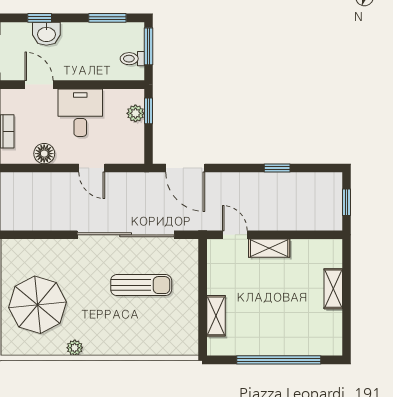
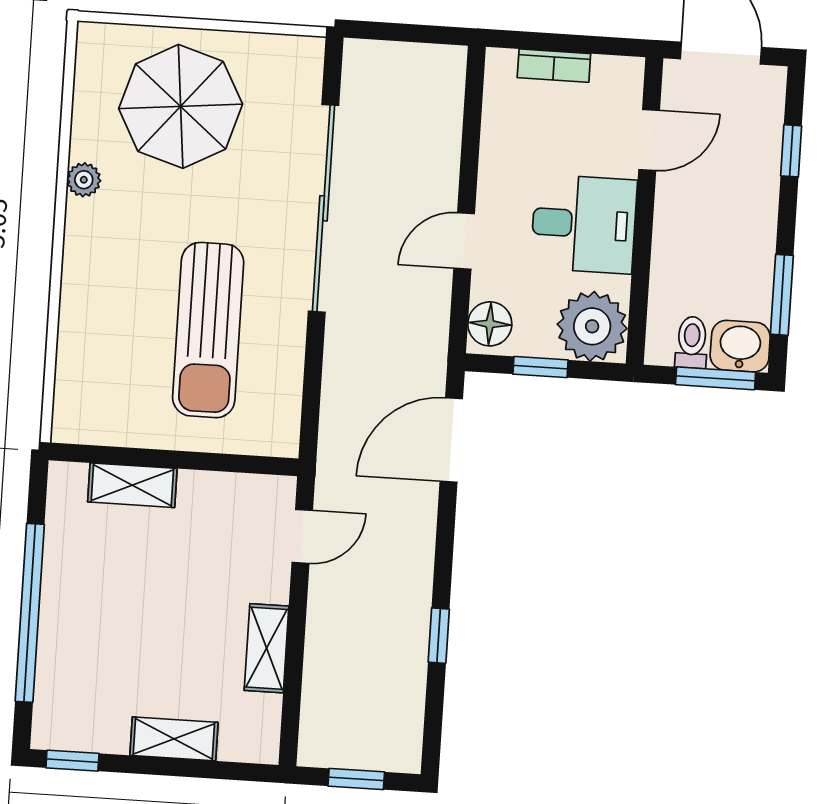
washbasin: (46, 34) -> (740, 346), moved, turned 90
window: (148, 111) -> (540, 367), moved
plant: (135, 113) -> (592, 326), width x1.88, depth x1.88
floor lamp: (44, 154) -> (490, 324), moved
sliding door: (126, 235) -> (324, 208), moved
shelving: (269, 248) -> (267, 648), moved
sun lounger: (141, 285) -> (208, 330), width x1.36, depth x1.34
window: (347, 335) -> (72, 761), added

